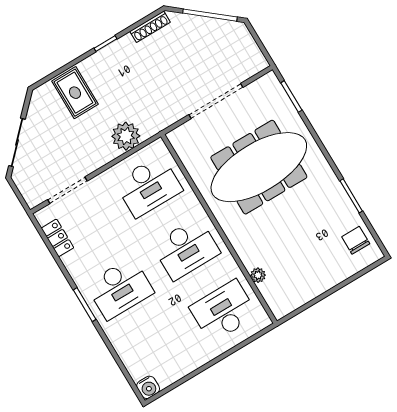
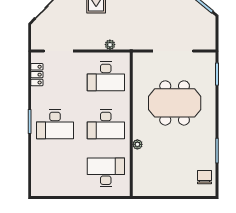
plant: (126, 136) -> (110, 45), width x0.53, depth x0.53
meeting table: (259, 167) -> (175, 103), width x0.73
plant: (258, 275) -> (137, 144), moved
water cooler: (148, 387) -> (37, 190), removed

